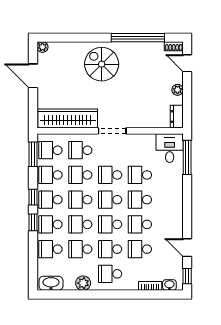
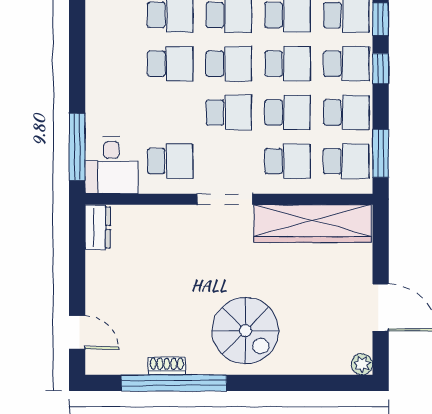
shoe rack: (174, 46) -> (167, 366), moved
plant: (178, 90) -> (96, 280), removed
school desk: (140, 175) -> (170, 161), moved

